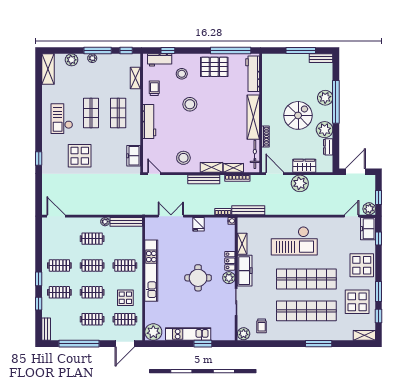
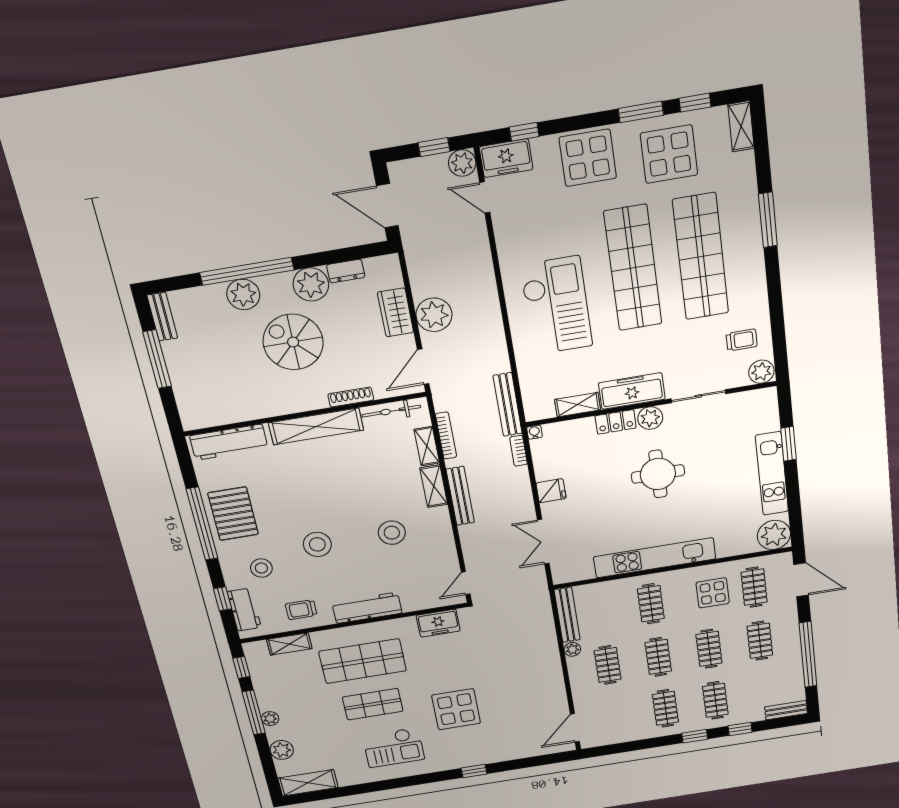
window: (231, 51) -> (202, 524), moved
shop shelf: (118, 113) -> (363, 661), width x1.43, depth x1.36
stool: (183, 158) -> (392, 533), moved

